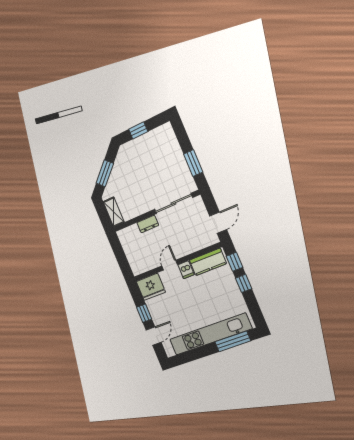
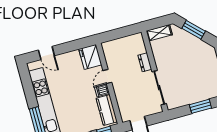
window: (193, 163) -> (200, 106), moved
door: (170, 265) -> (107, 77), swing flipped
window: (144, 313) -> (68, 47), removed

